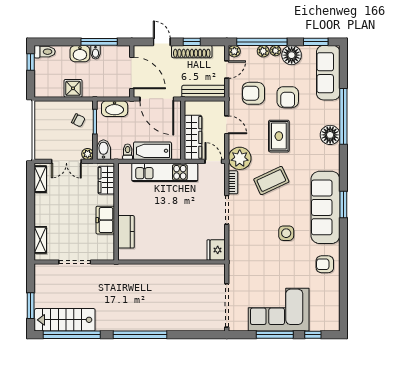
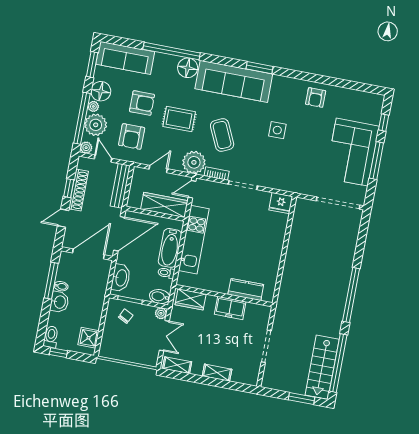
plant: (263, 51) -> (96, 125), width x1.88, depth x1.88
shower: (73, 88) -> (89, 338), moved
sofa: (325, 207) -> (234, 81), moved
shelving: (40, 240) -> (217, 373), moved

